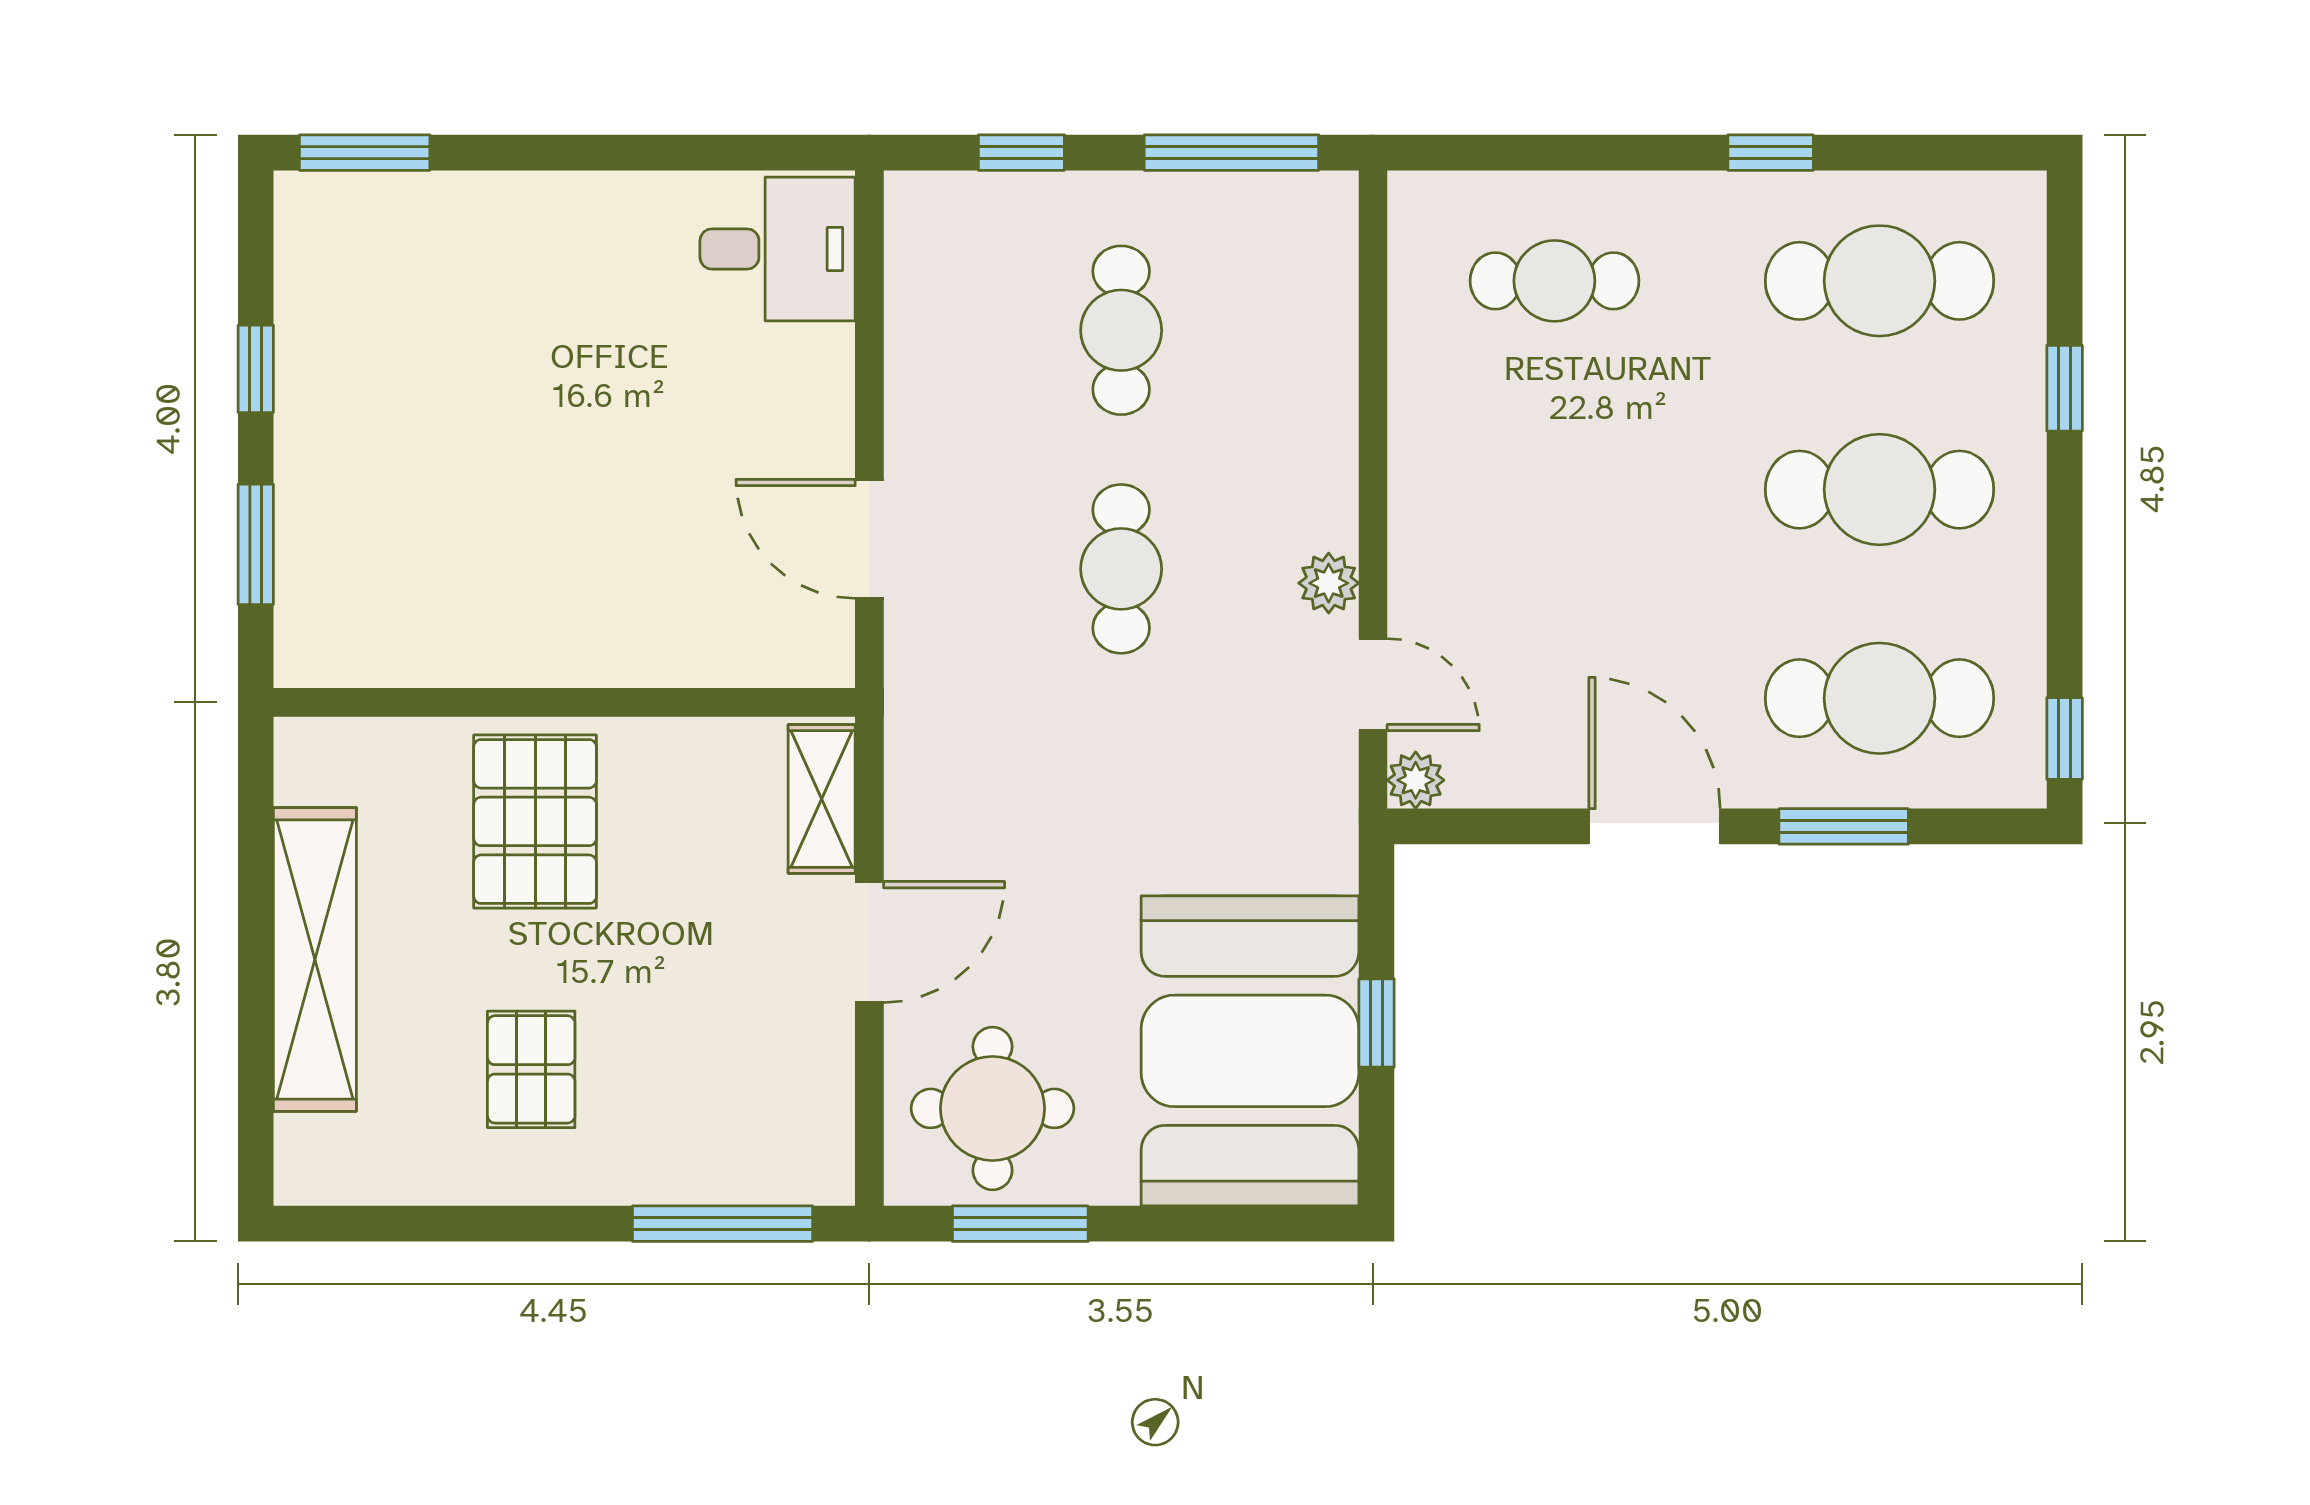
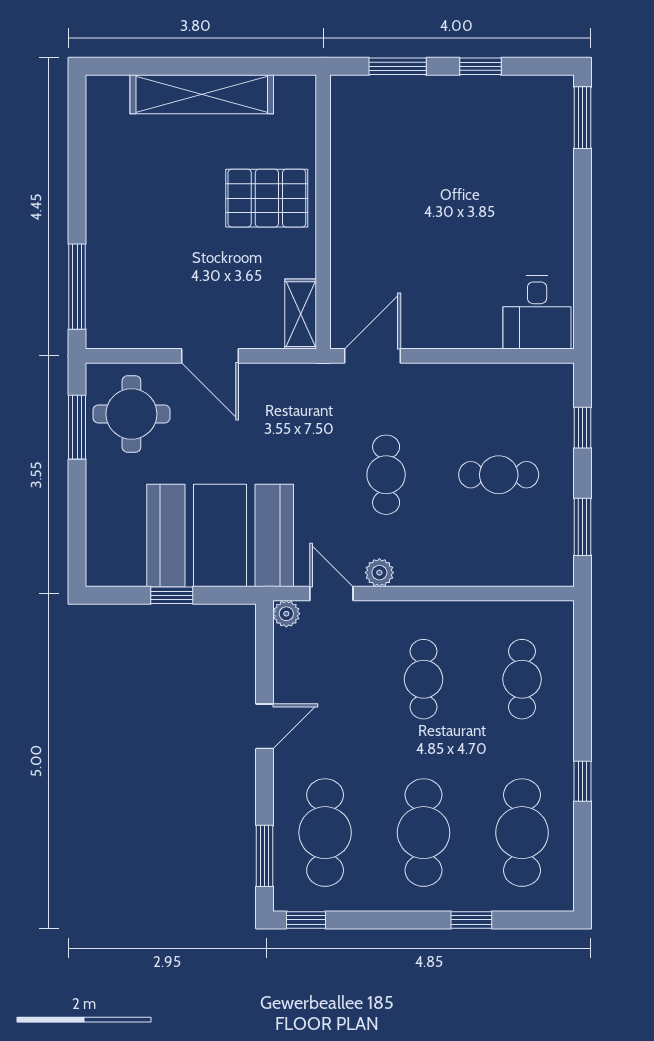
window: (1231, 153) -> (583, 527), width x0.69
cafe table: (1554, 490) -> (424, 679), added
door: (869, 539) -> (373, 356), moved
cafe table: (1121, 569) -> (386, 475), turned 90
door: (1373, 685) -> (331, 594), swing flipped
shelving: (822, 799) -> (301, 314), moved, turned 90
door: (1654, 826) -> (265, 726), width x0.73
window: (1844, 826) -> (265, 856), moved
booth: (1250, 1051) -> (220, 536), moved
pallet: (531, 1069) -> (150, 196), removed

